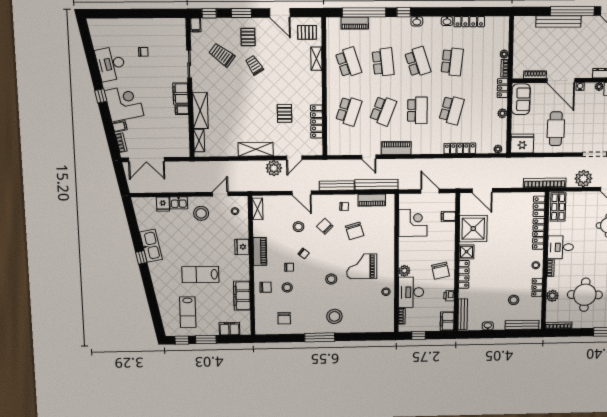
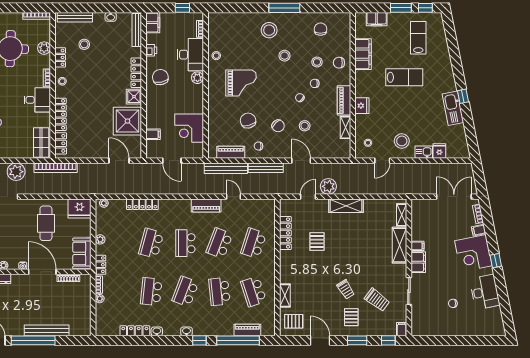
school desk: (418, 62) -> (185, 292), turned 39
shelving: (258, 209) -> (345, 127), moved
stool: (331, 279) -> (284, 56), moved

